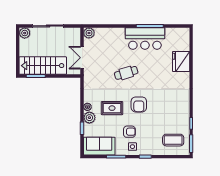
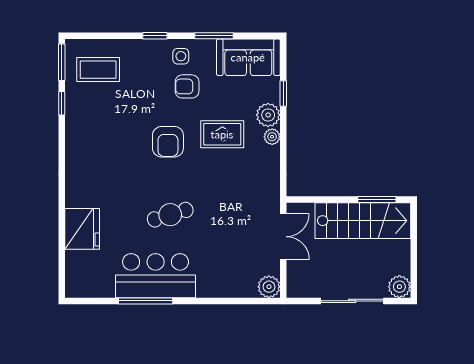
cafe table: (126, 73) -> (170, 215), moved
armchair: (139, 104) -> (168, 142), turned 180

